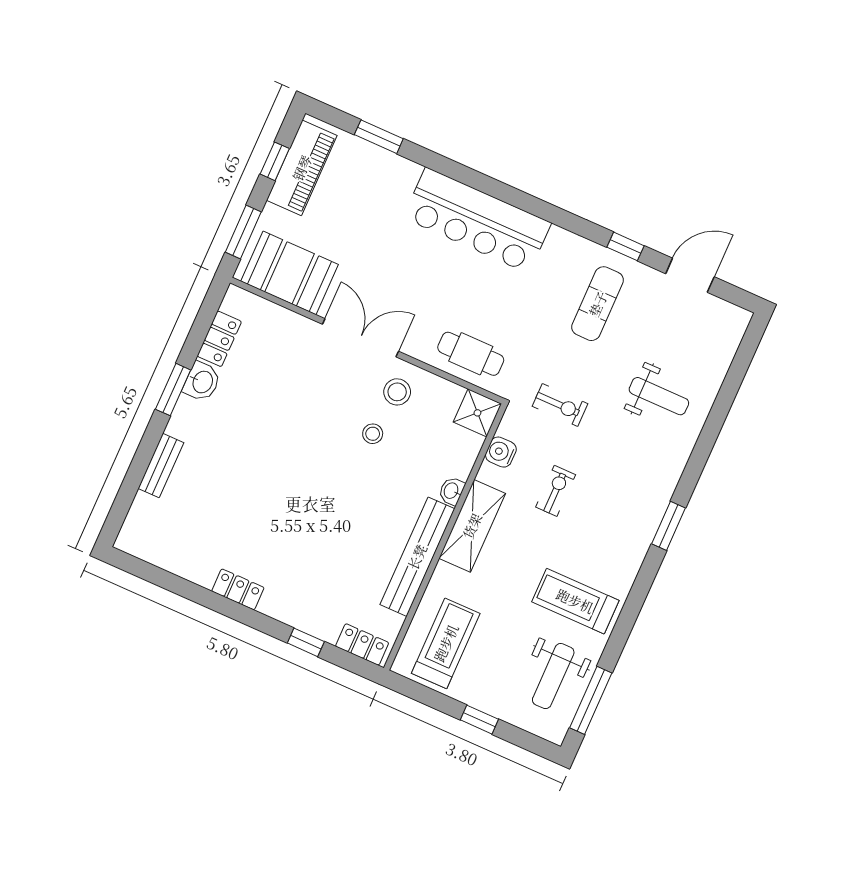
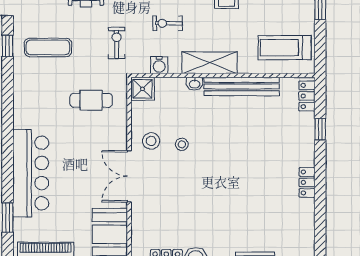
bar counter: (477, 220) -> (31, 173), moved
cafe table: (471, 354) -> (91, 100), moved, turned 90

